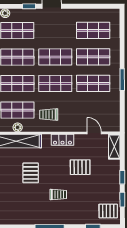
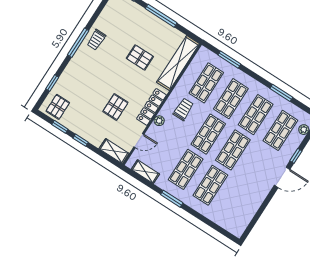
shop shelf: (93, 30) -> (235, 201), removed
shelving: (115, 113) -> (145, 172), added
plant: (18, 127) -> (159, 121), moved
locker: (62, 140) -> (152, 107), width x1.53
trolley: (58, 195) -> (96, 40), moved

